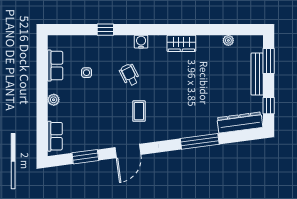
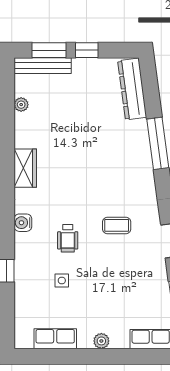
side table: (87, 73) -> (62, 281), moved
bench: (257, 74) -> (43, 66), moved
wheelchair: (130, 75) -> (68, 238), turned -63
window: (269, 106) -> (87, 50), moved

